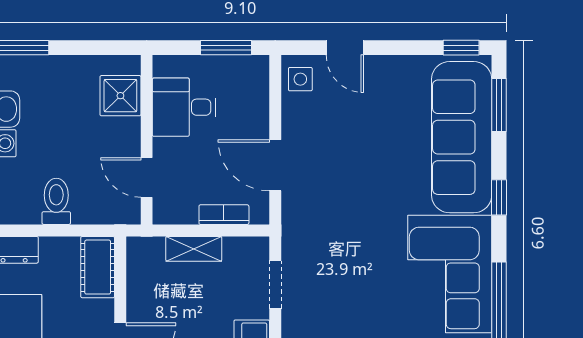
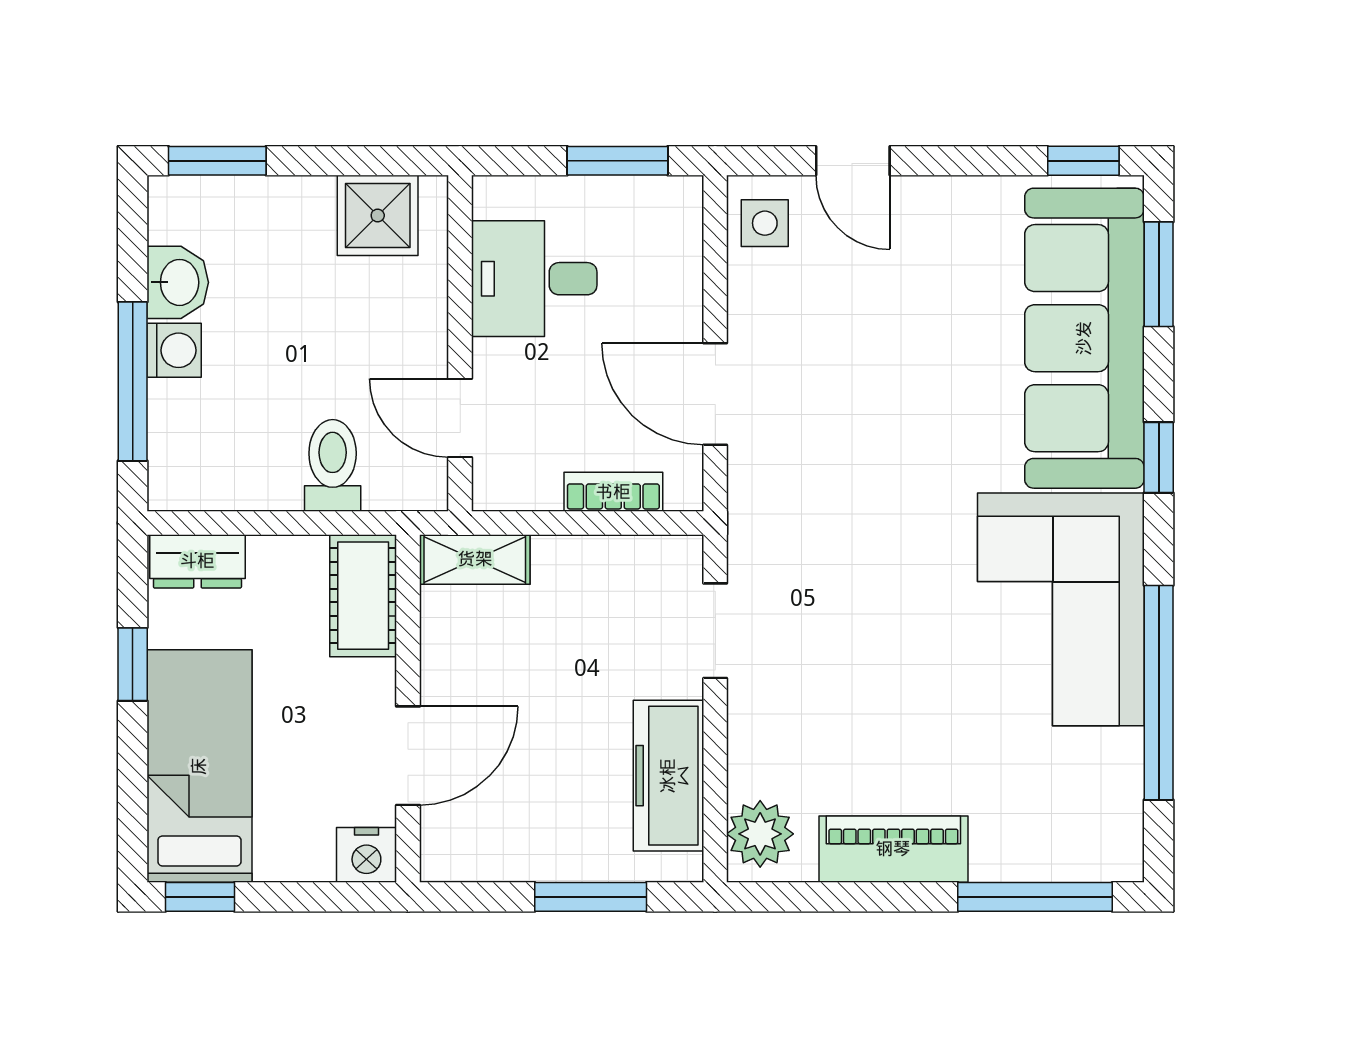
shower: (120, 96) -> (378, 215), moved
toilet: (56, 201) -> (333, 465), moved
shelving: (194, 249) -> (475, 559), moved

